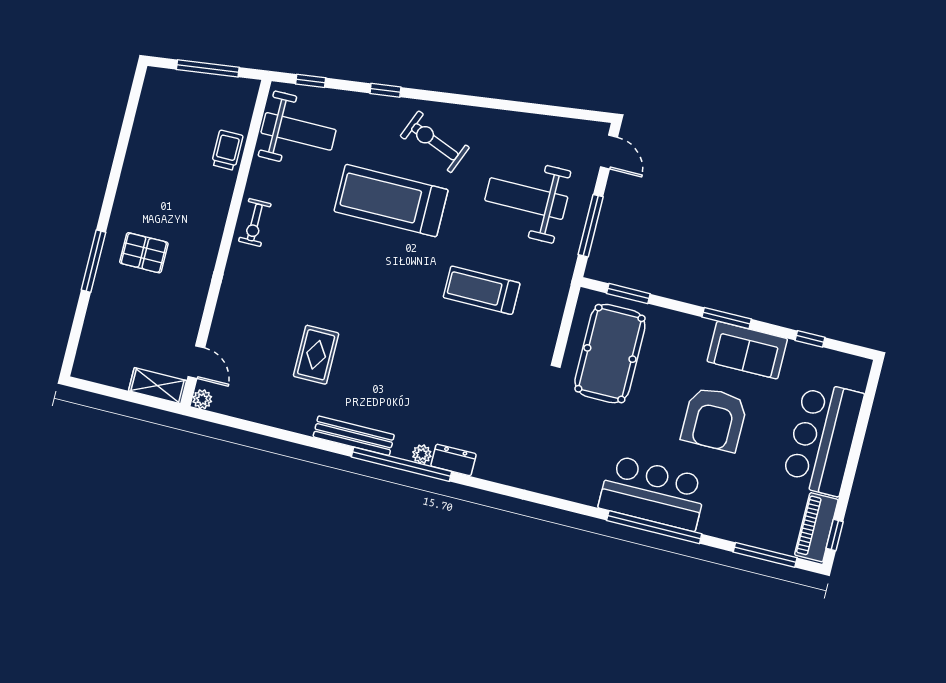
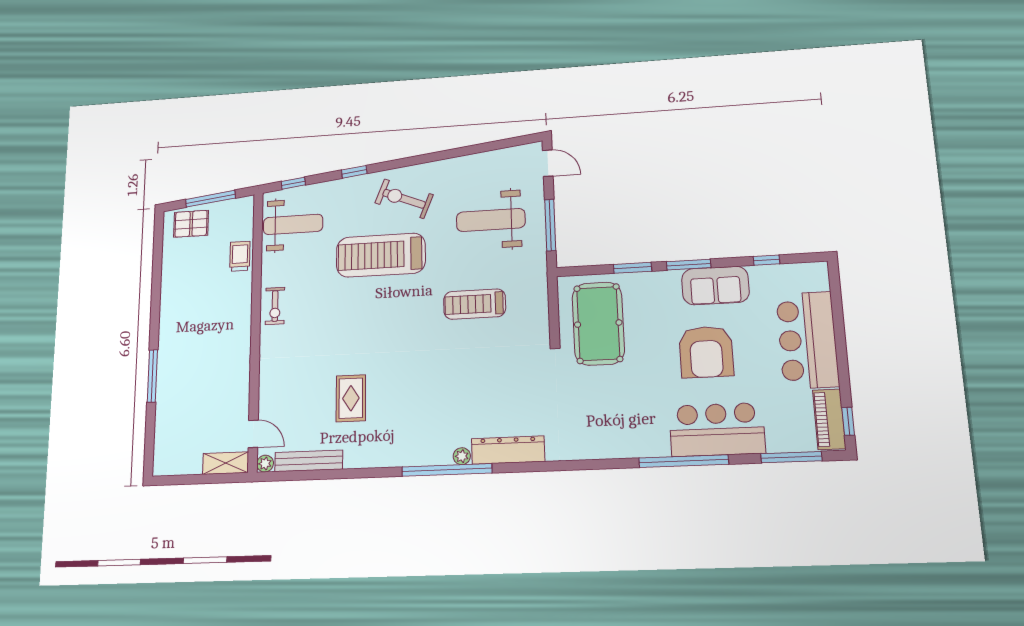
pallet: (144, 253) -> (191, 224), moved
window: (628, 294) -> (632, 268), moved
bench: (354, 436) -> (309, 461), moved
dresser: (454, 460) -> (508, 450), width x1.96, depth x1.24
bar counter: (653, 493) -> (717, 430), moved

